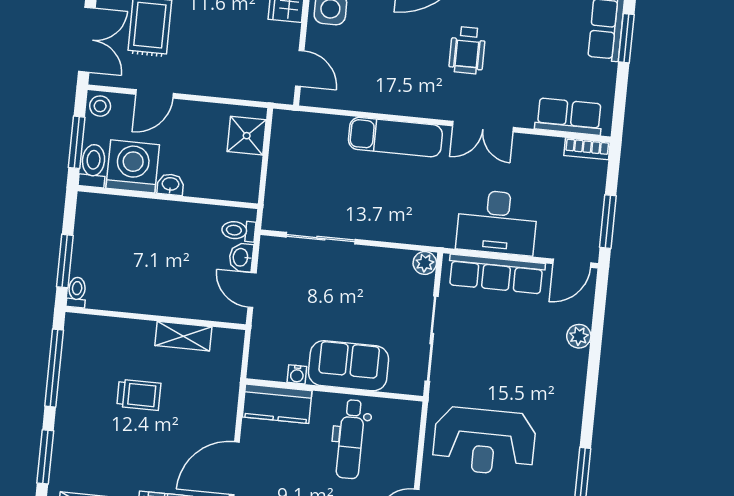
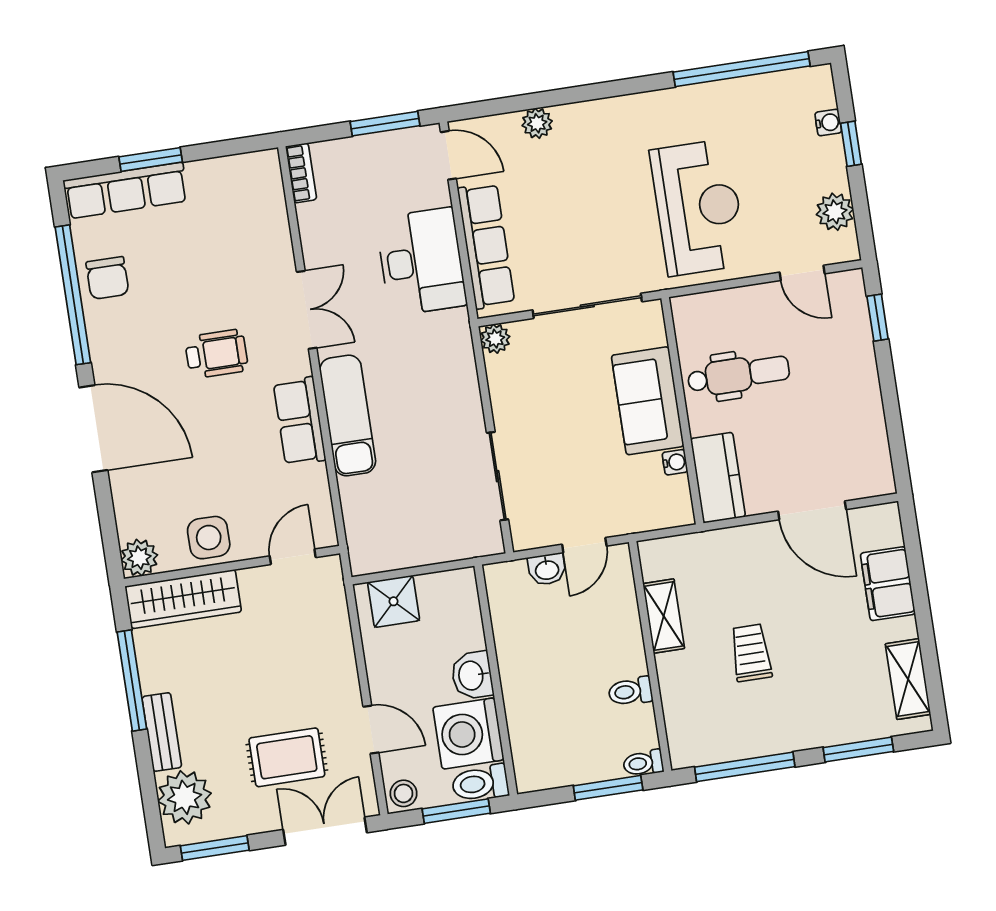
row of seats: (569, 116) -> (299, 421), moved
washbasin: (170, 184) -> (472, 675), width x1.38, depth x1.45
toilet: (239, 231) -> (630, 691), moved, turned 90

